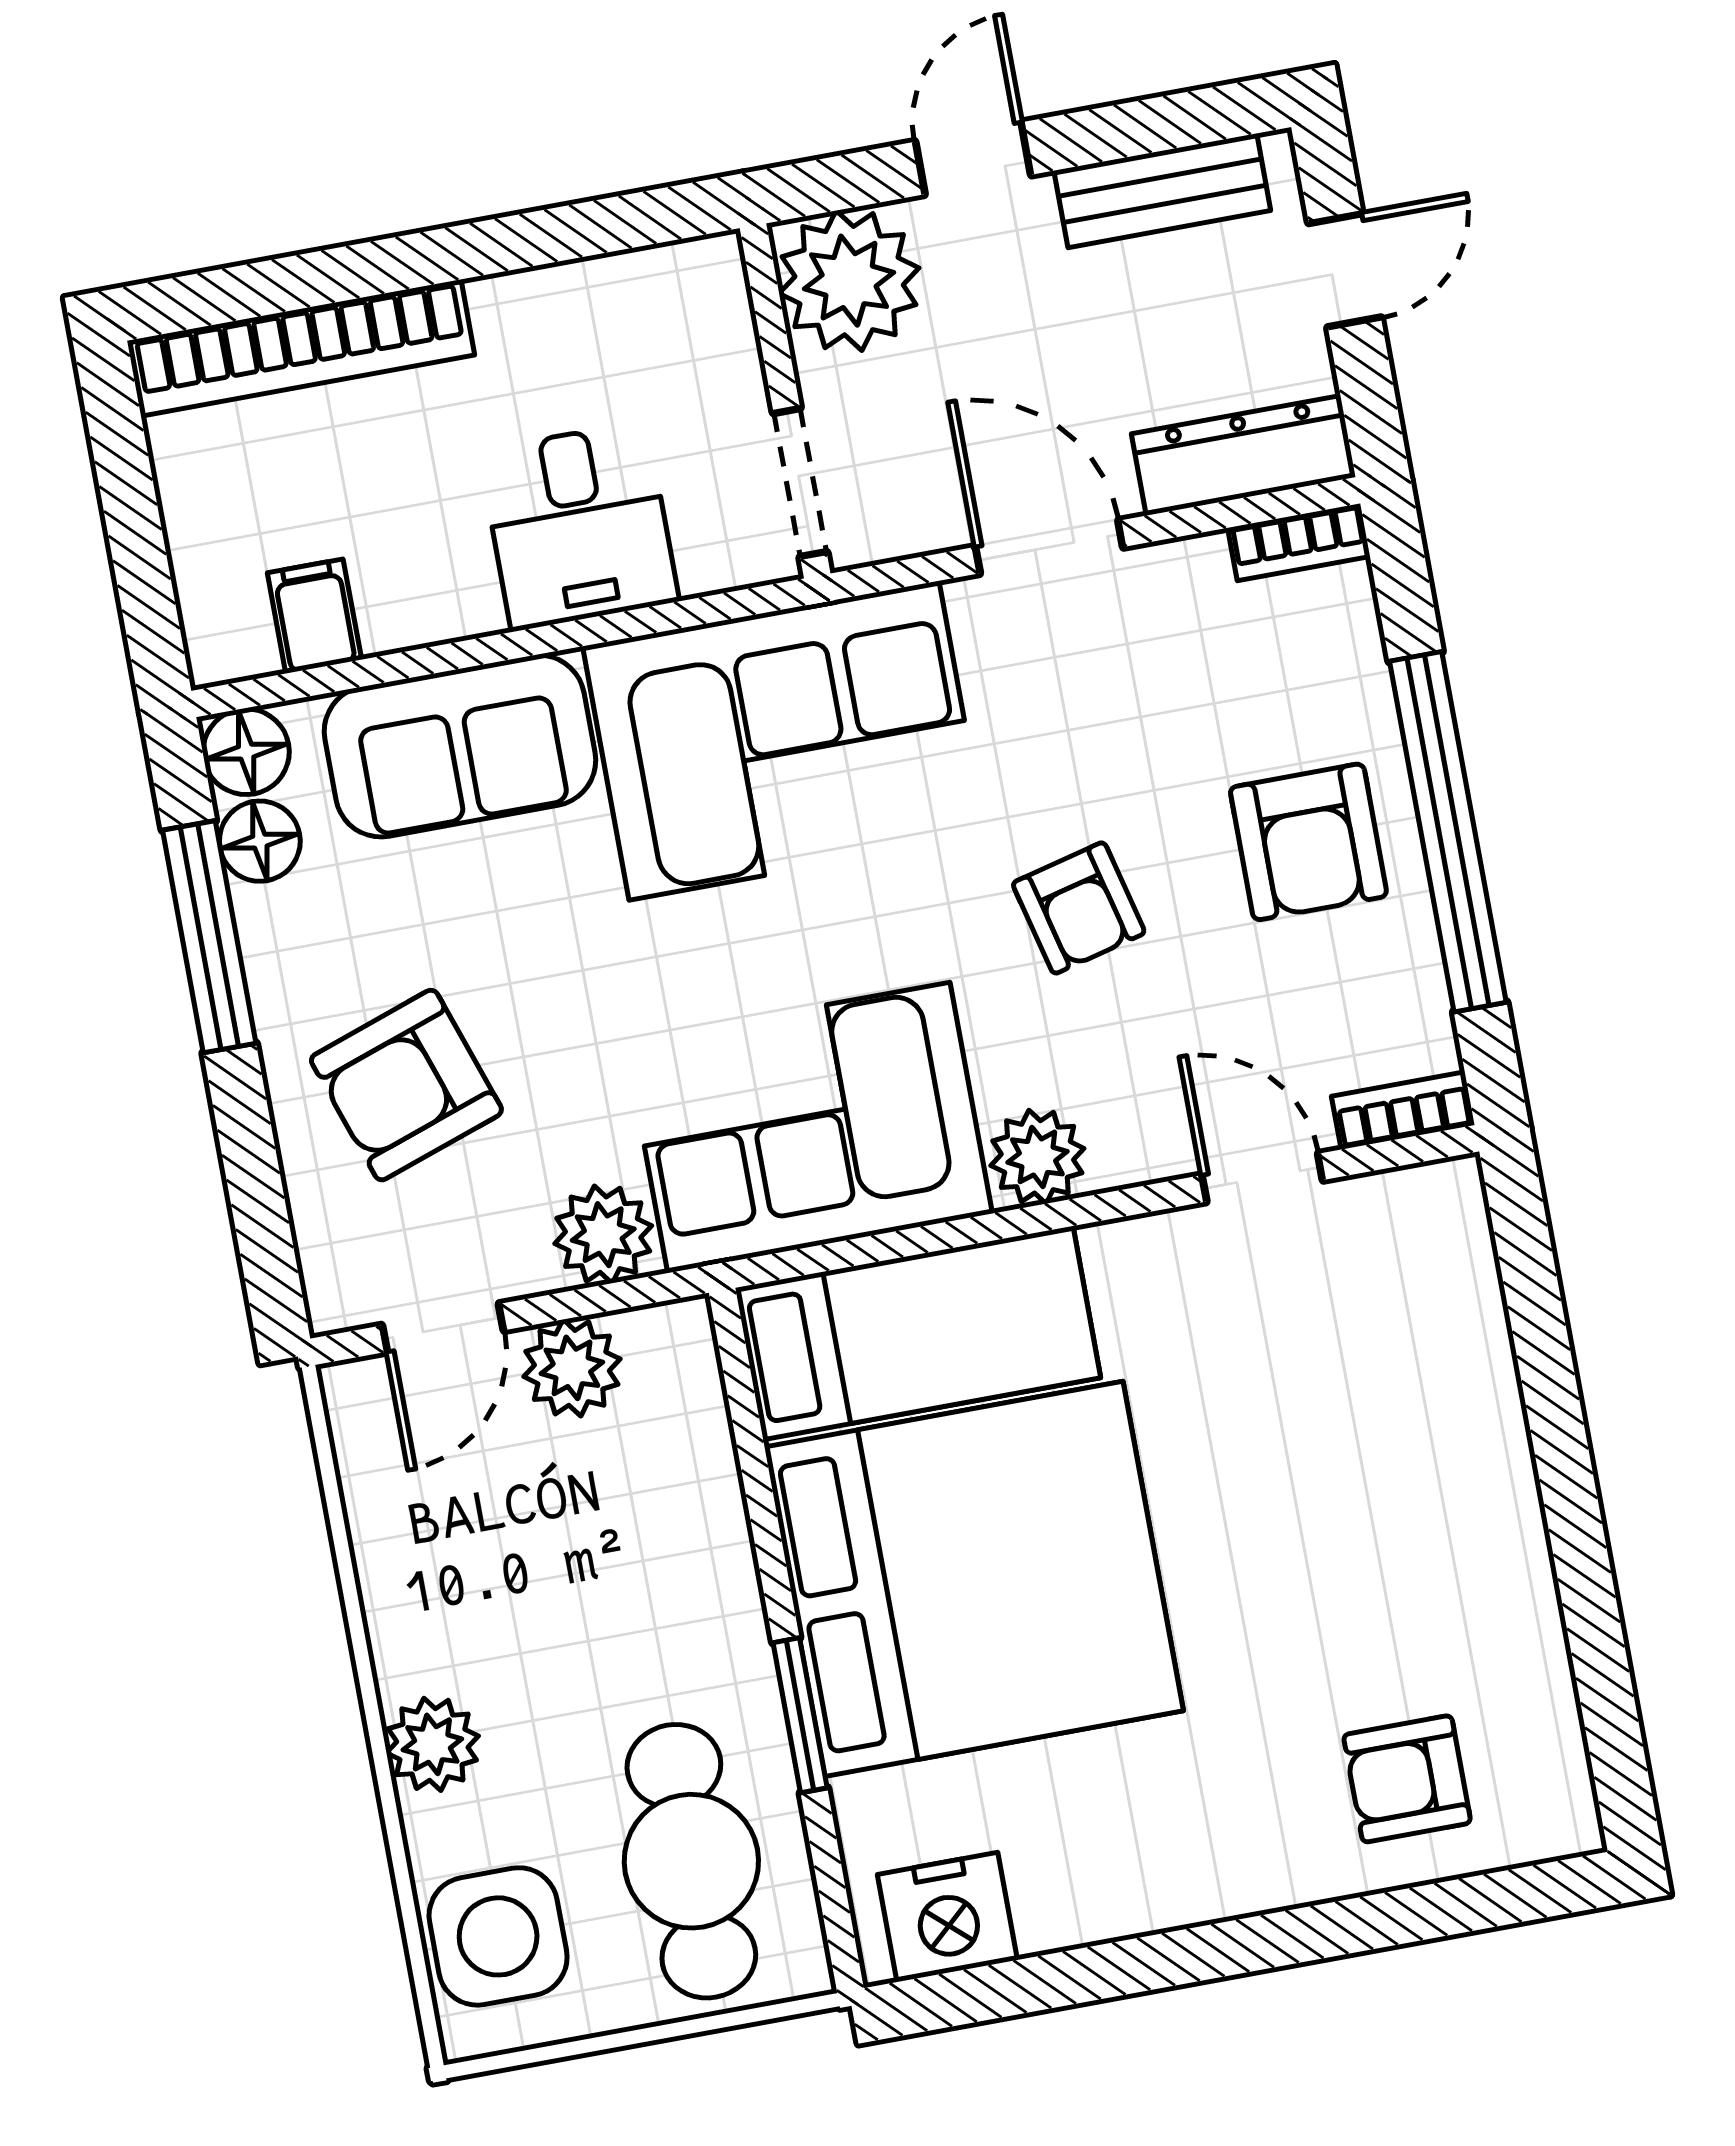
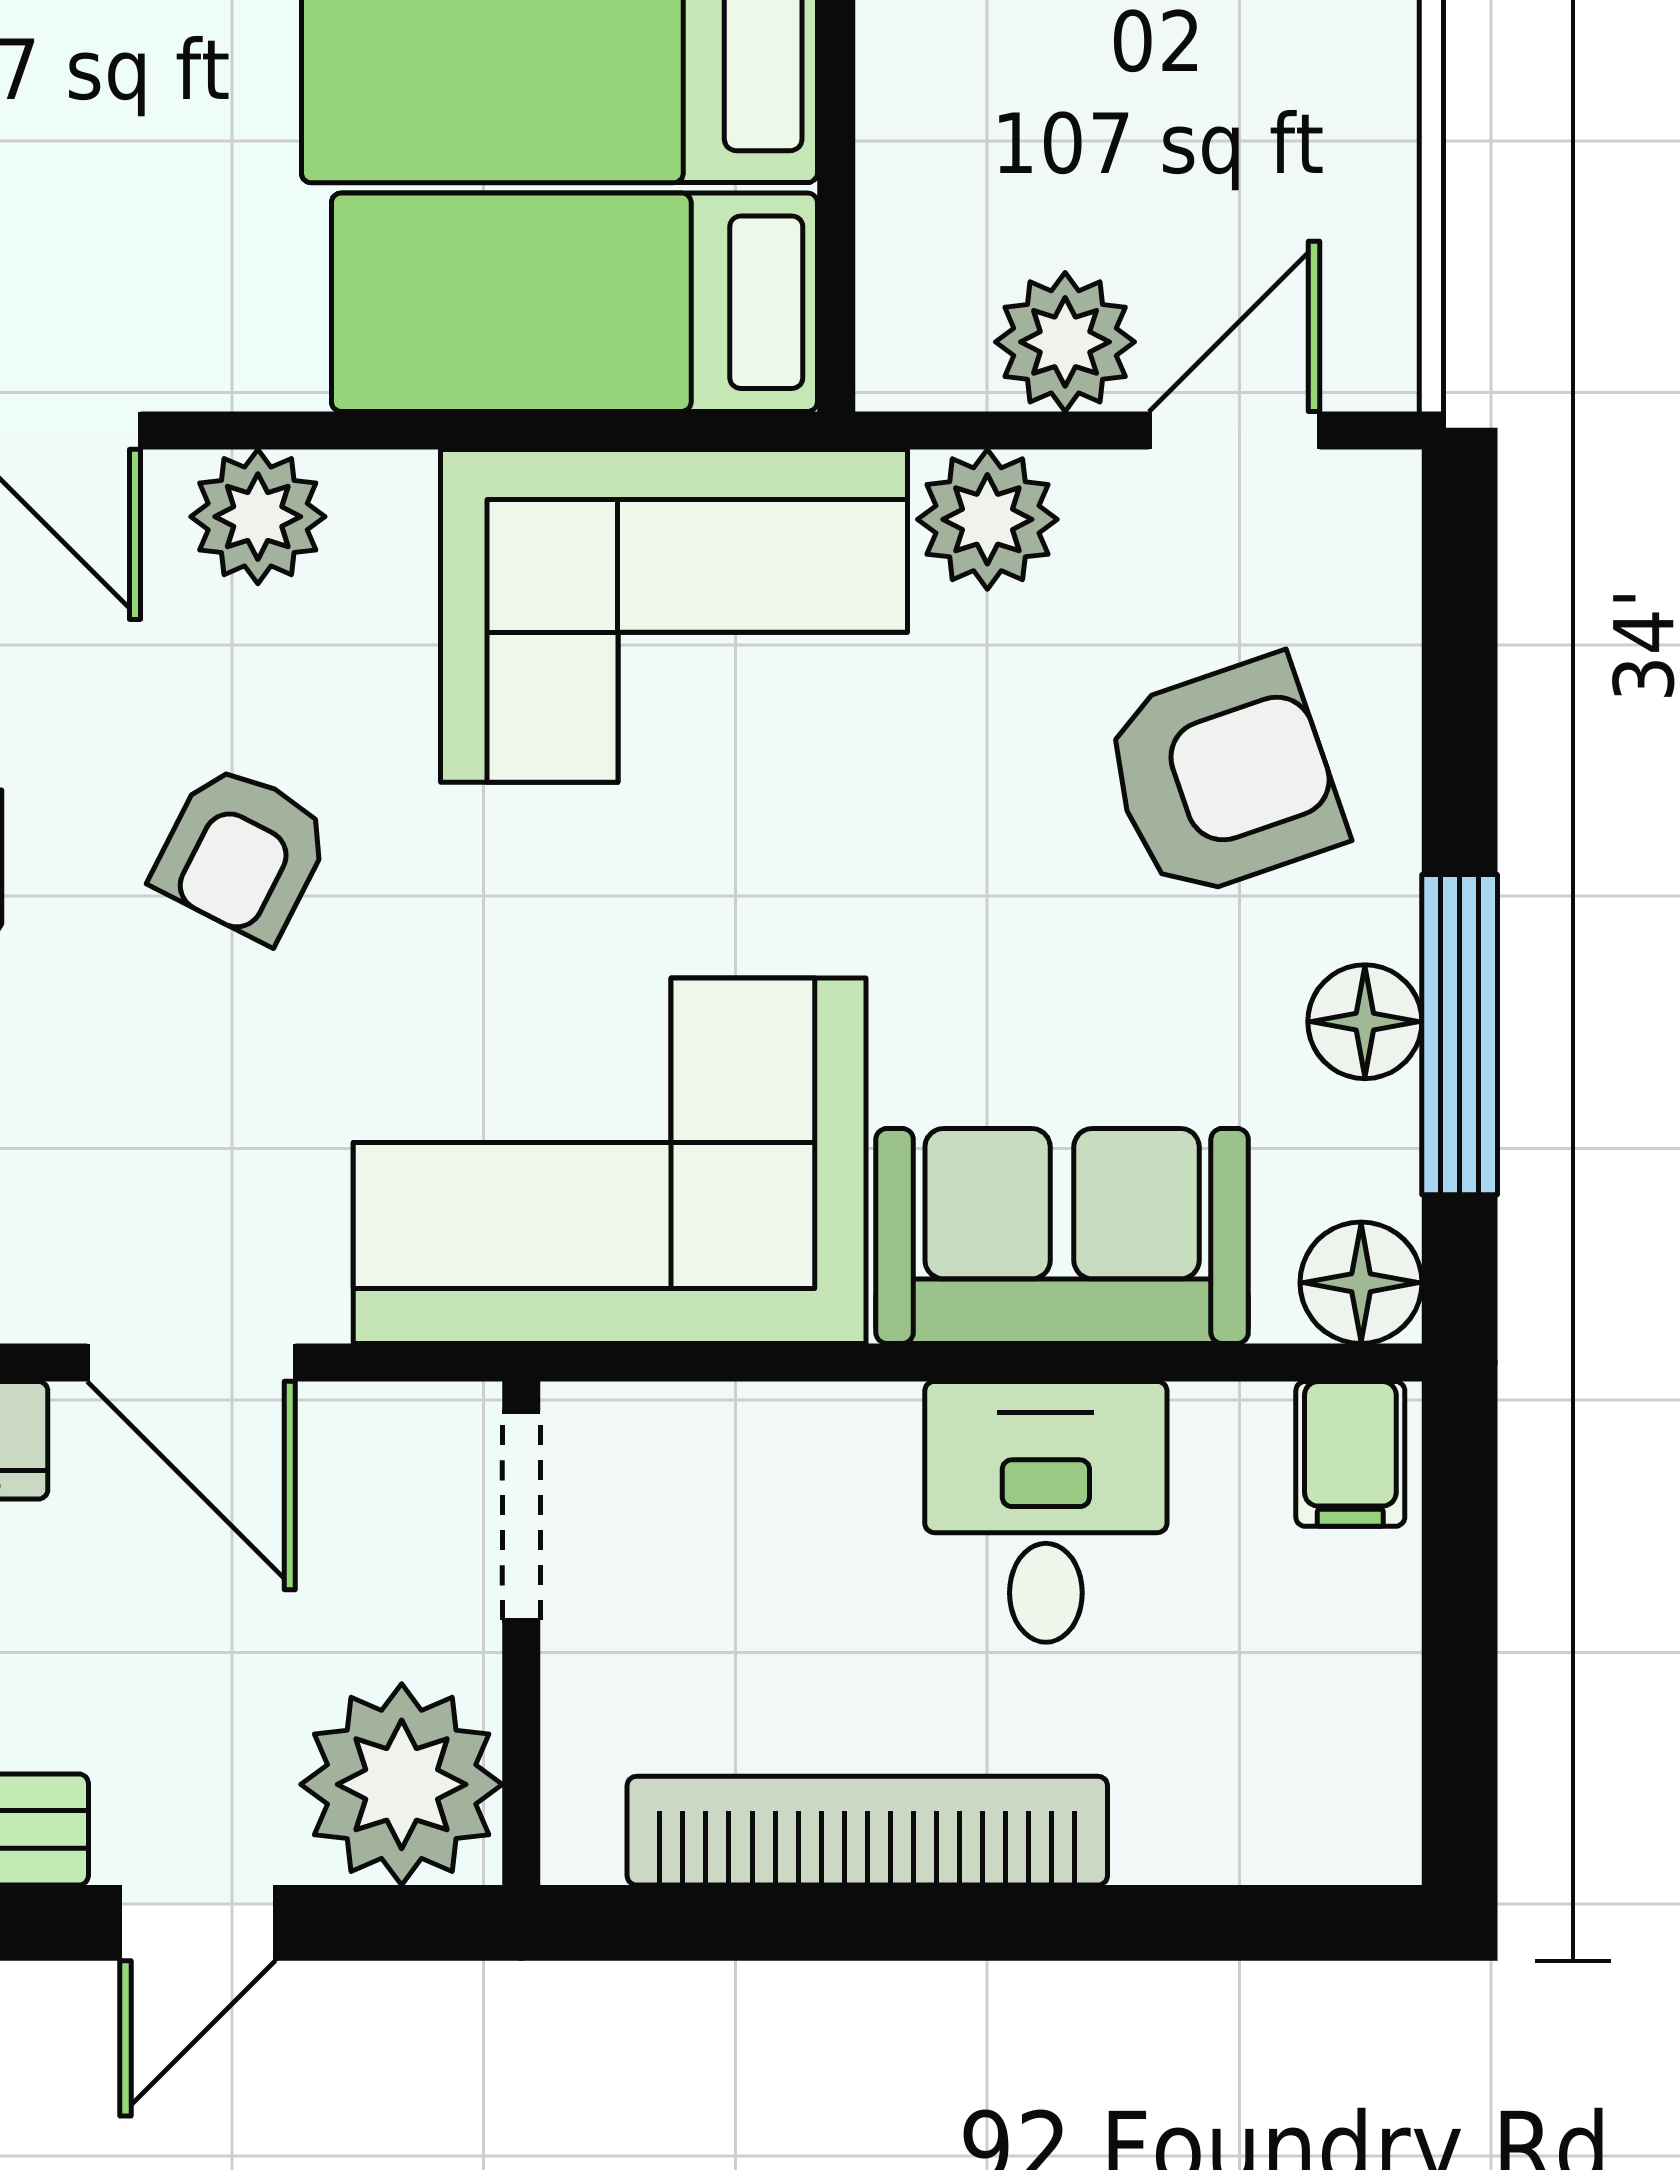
bookcase: (301, 348) -> (867, 1831), moved
desk: (579, 526) -> (1046, 1512), moved
filing cabinet: (314, 616) -> (1350, 1454), moved
floor lamp: (260, 841) -> (1365, 1022), moved
armchair: (1079, 908) -> (242, 853), turned -139
plant: (1037, 1157) -> (258, 517), moved

